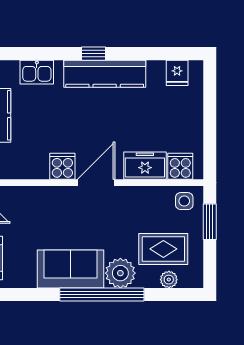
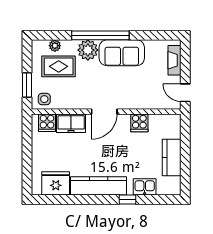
window: (93, 54) -> (127, 199), moved
fridge: (177, 73) -> (56, 183), width x1.88, depth x1.34
cooker: (62, 166) -> (139, 123), moved

